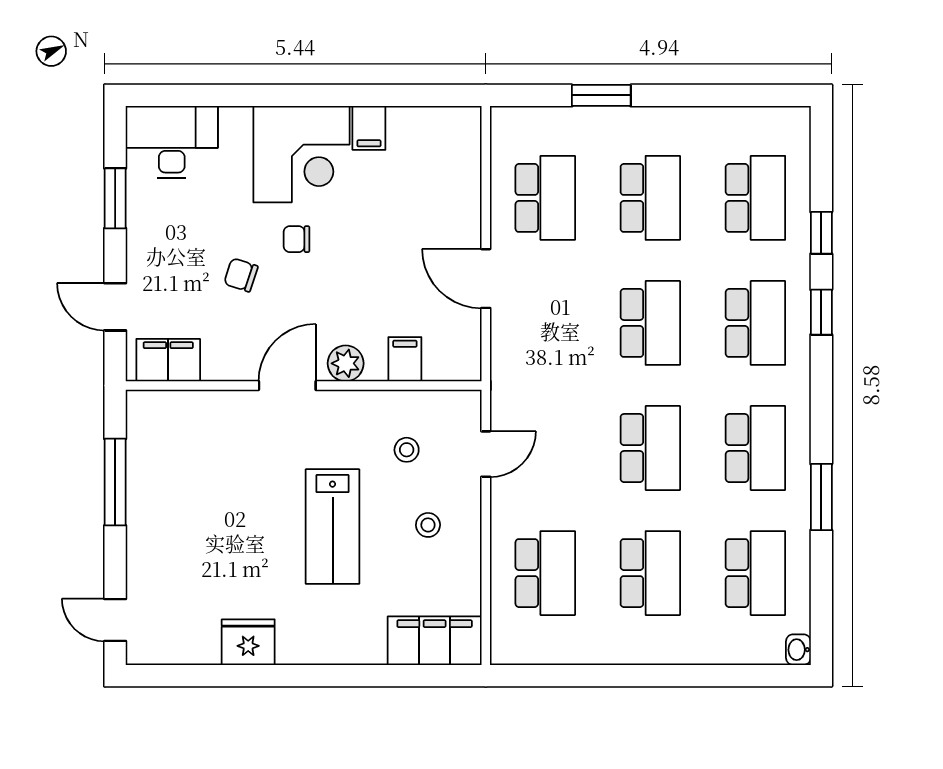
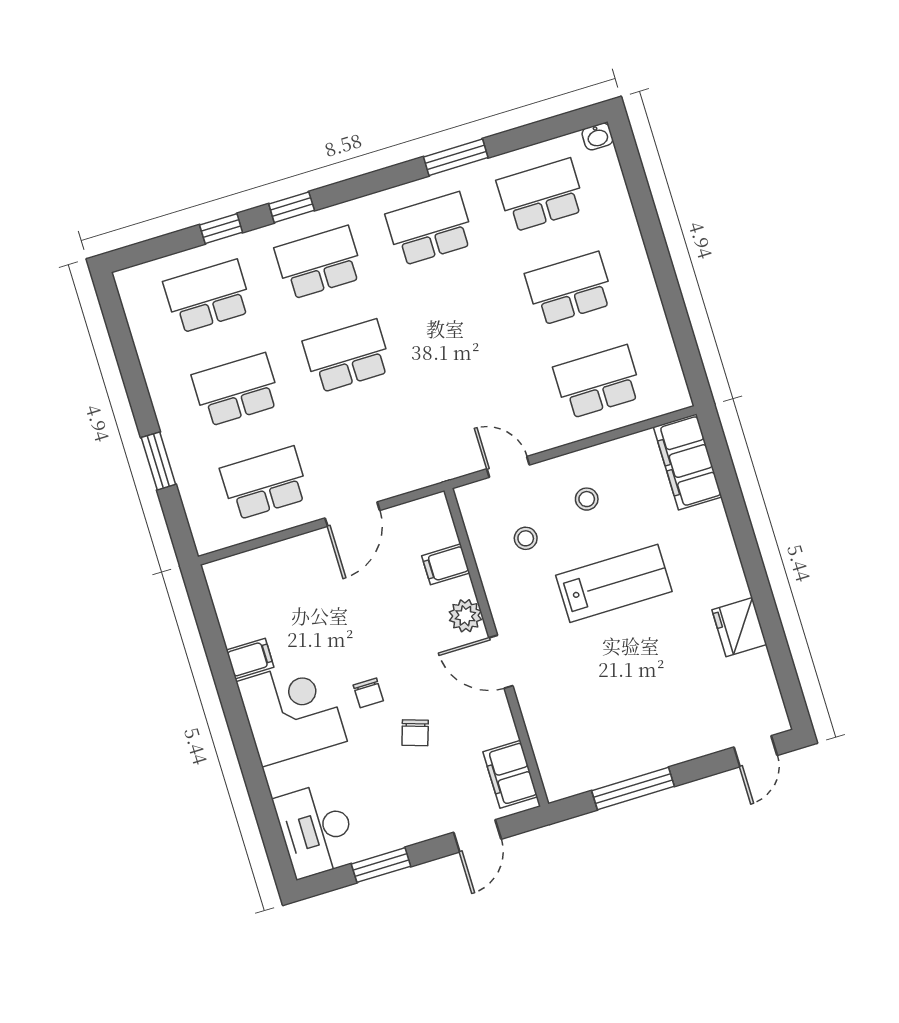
school desk: (650, 448) -> (458, 322), removed

